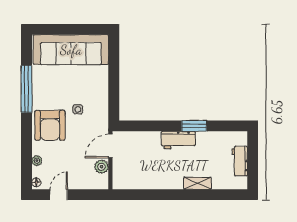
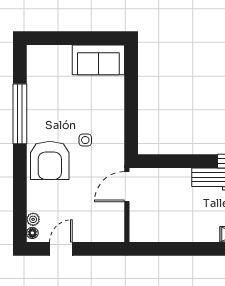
sofa: (71, 50) -> (98, 60), width x0.54, depth x0.79
plant: (37, 161) -> (33, 219), moved
plant: (102, 167) -> (115, 213), removed

